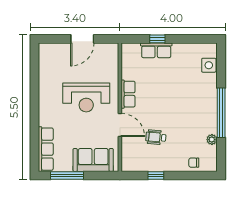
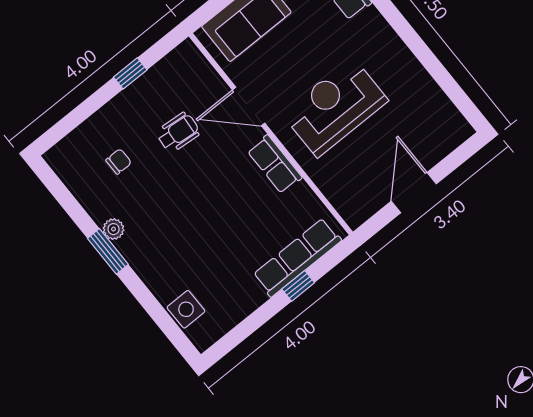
row of seats: (156, 50) -> (297, 258), width x1.48
window: (221, 113) -> (108, 251), width x0.47
plant: (212, 140) -> (114, 229), moved
chair: (194, 163) -> (119, 161), moved

